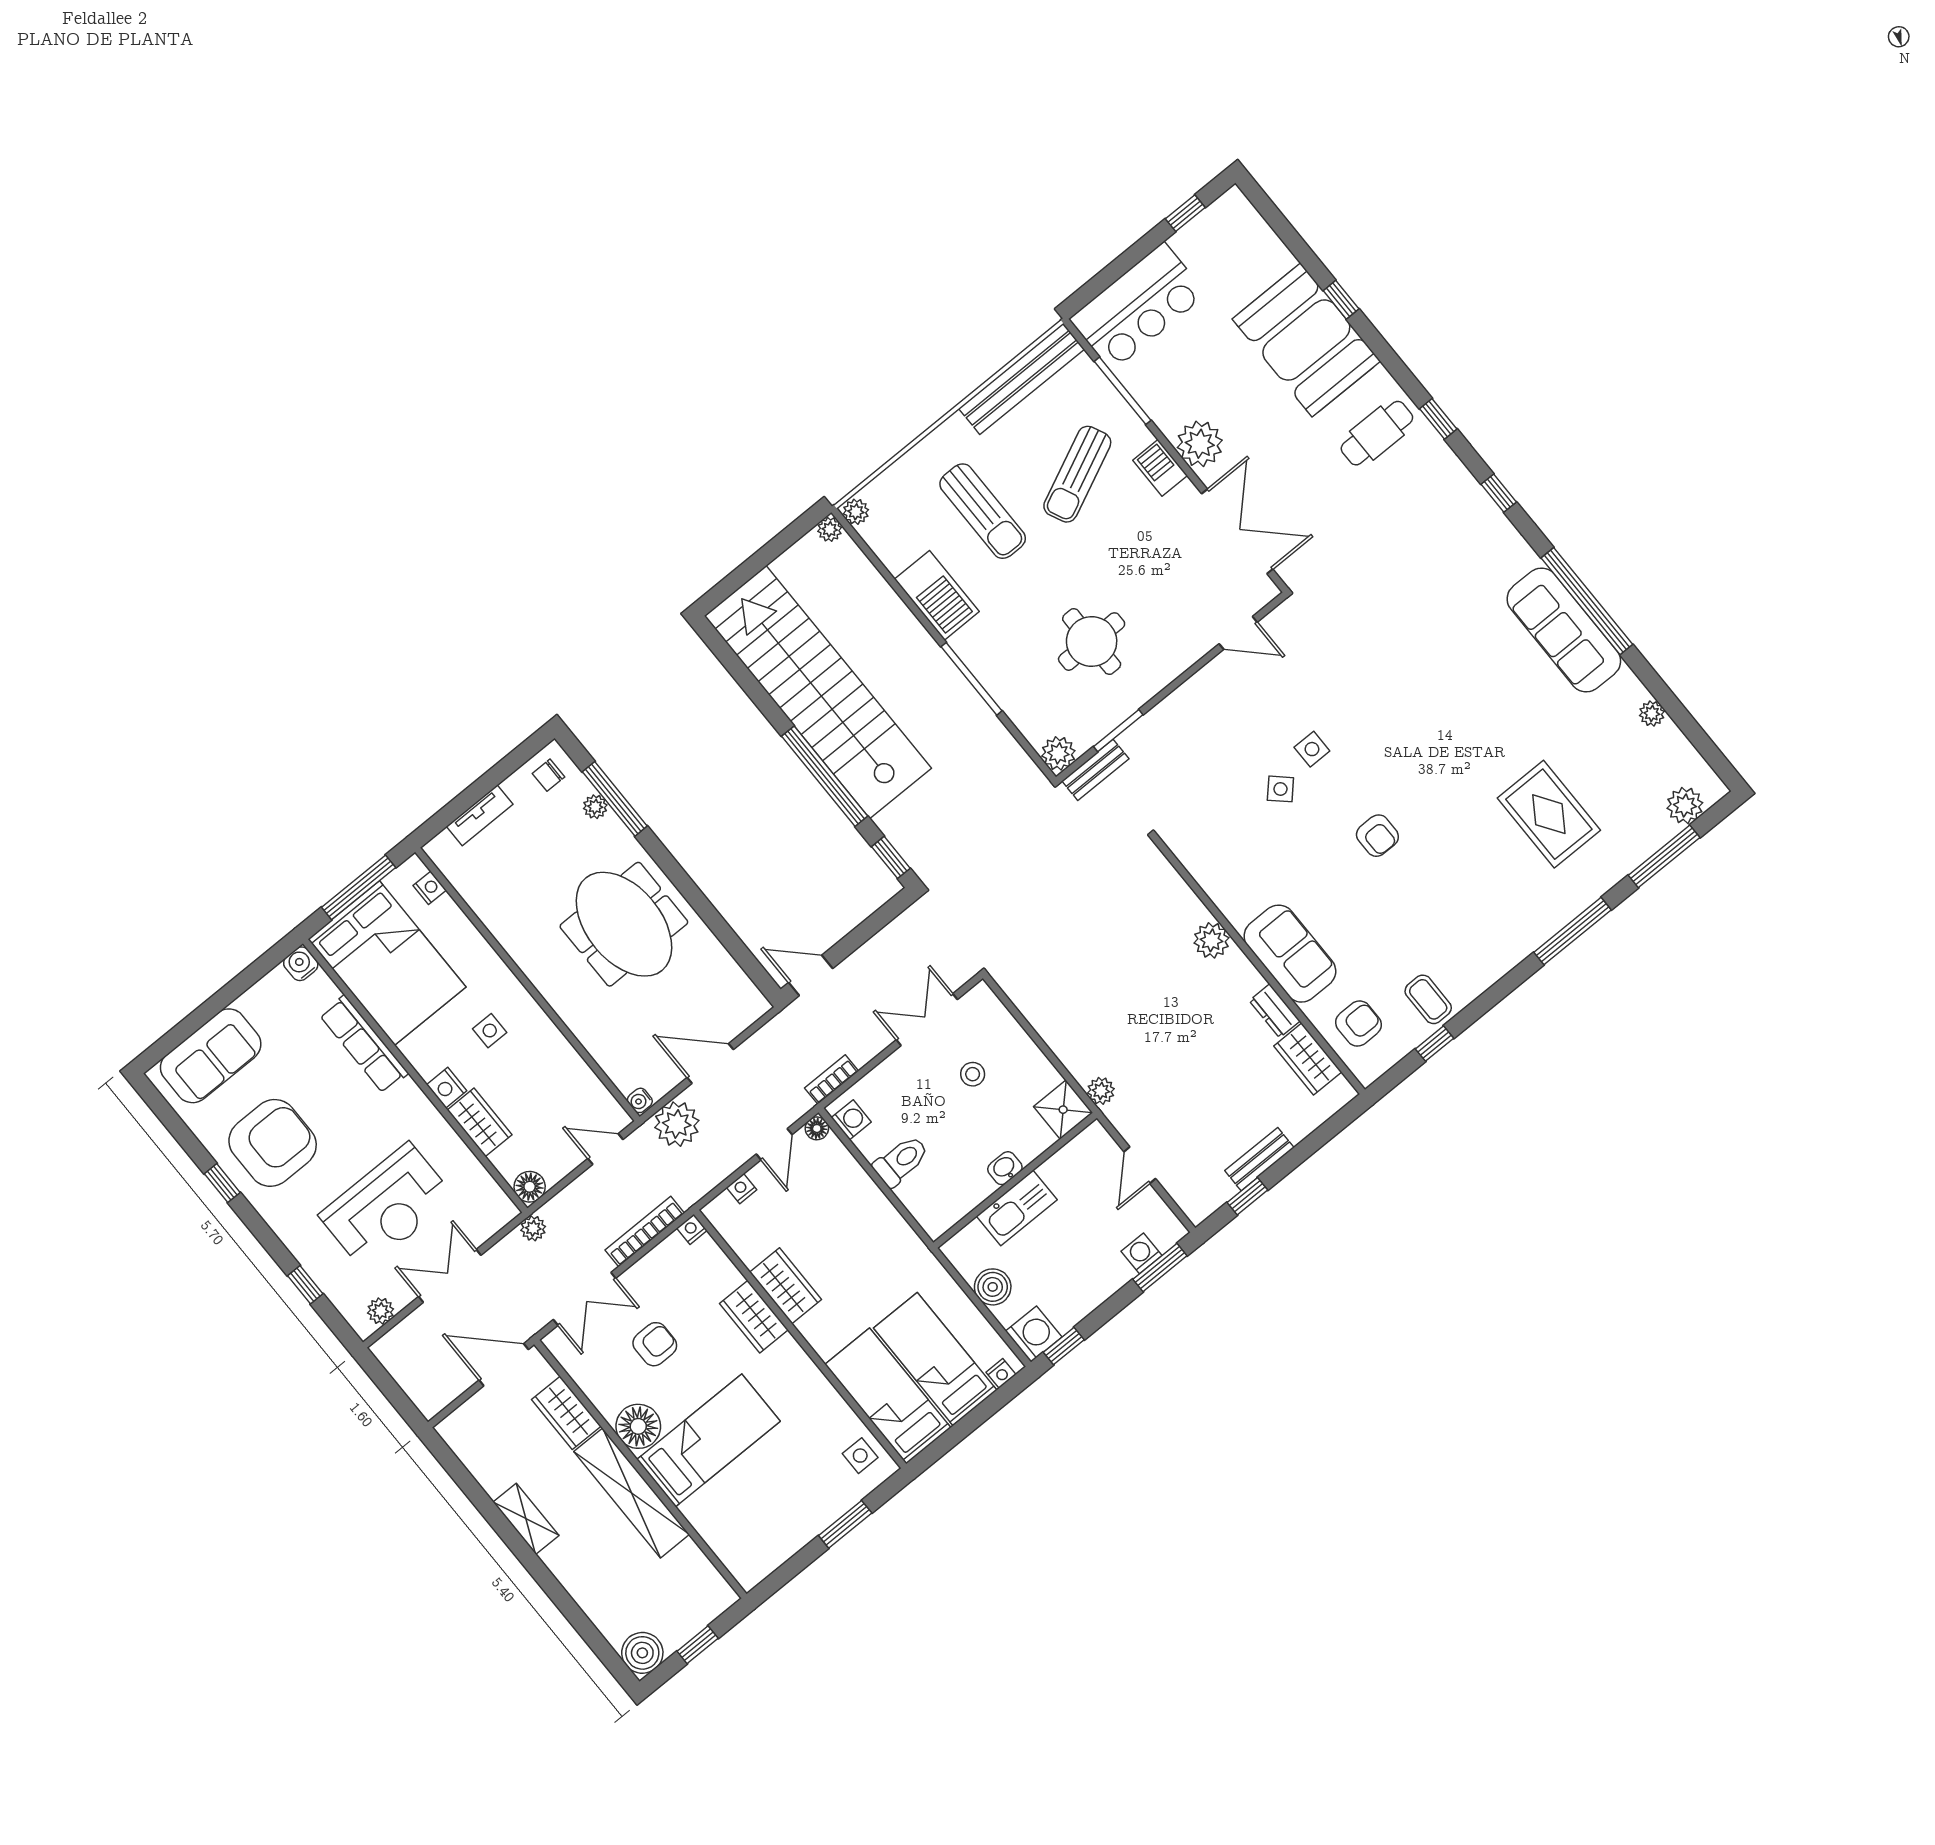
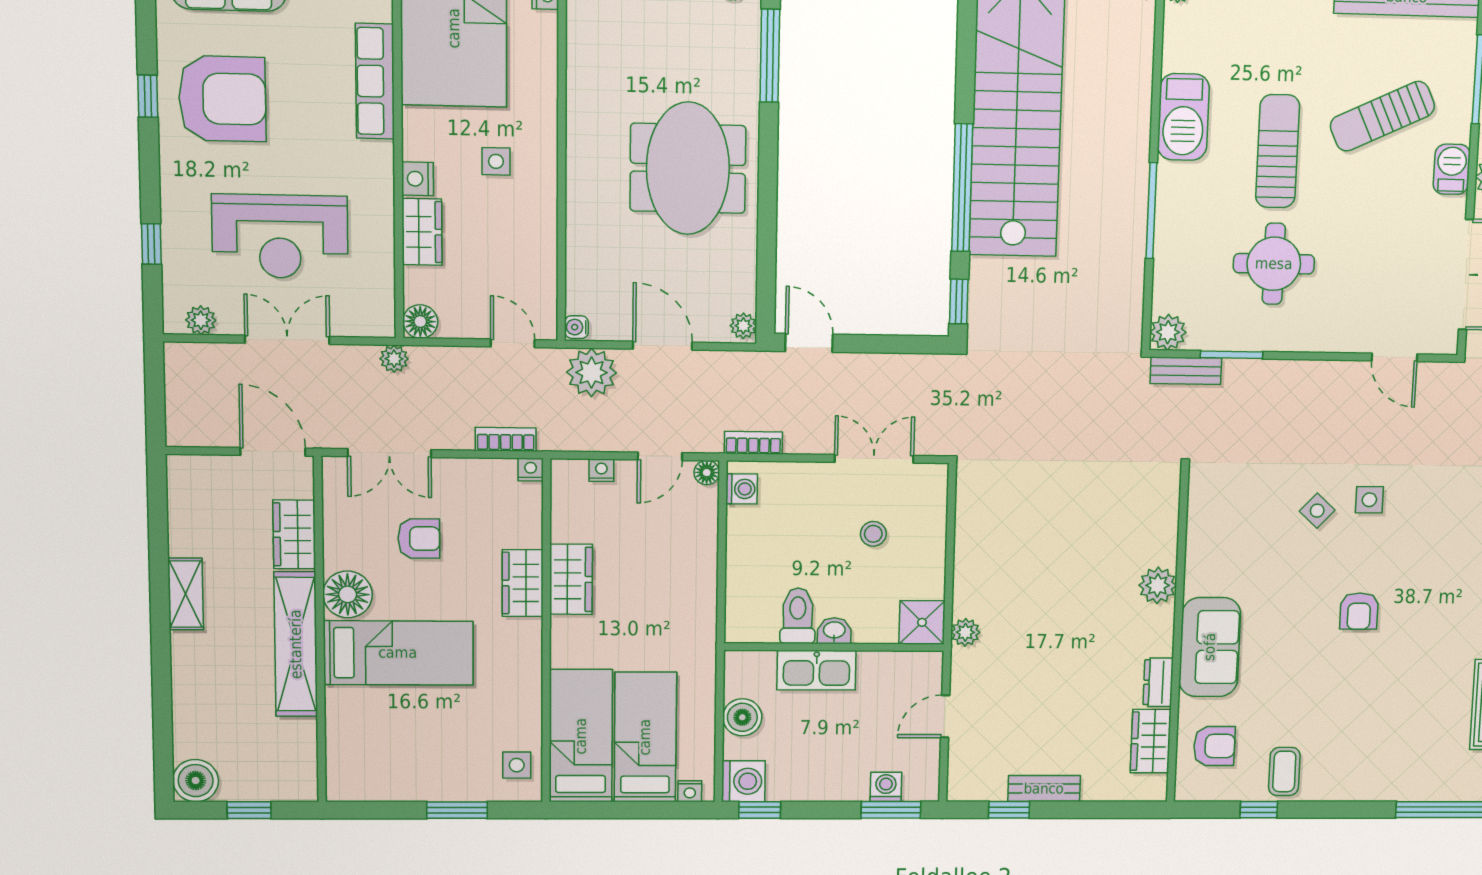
sun lounger: (983, 511) -> (1278, 151), moved, turned 180
plant: (595, 807) -> (743, 326), moved
toilet: (901, 1161) -> (798, 616), moved, turned -90
bookcase: (645, 1232) -> (506, 439), width x0.64

